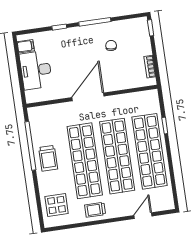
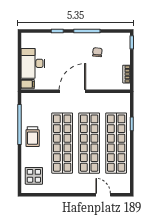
filing cabinet: (26, 46) -> (28, 84), moved
trolley: (95, 210) -> (65, 184), removed
door: (143, 216) -> (103, 195), hinge flipped

